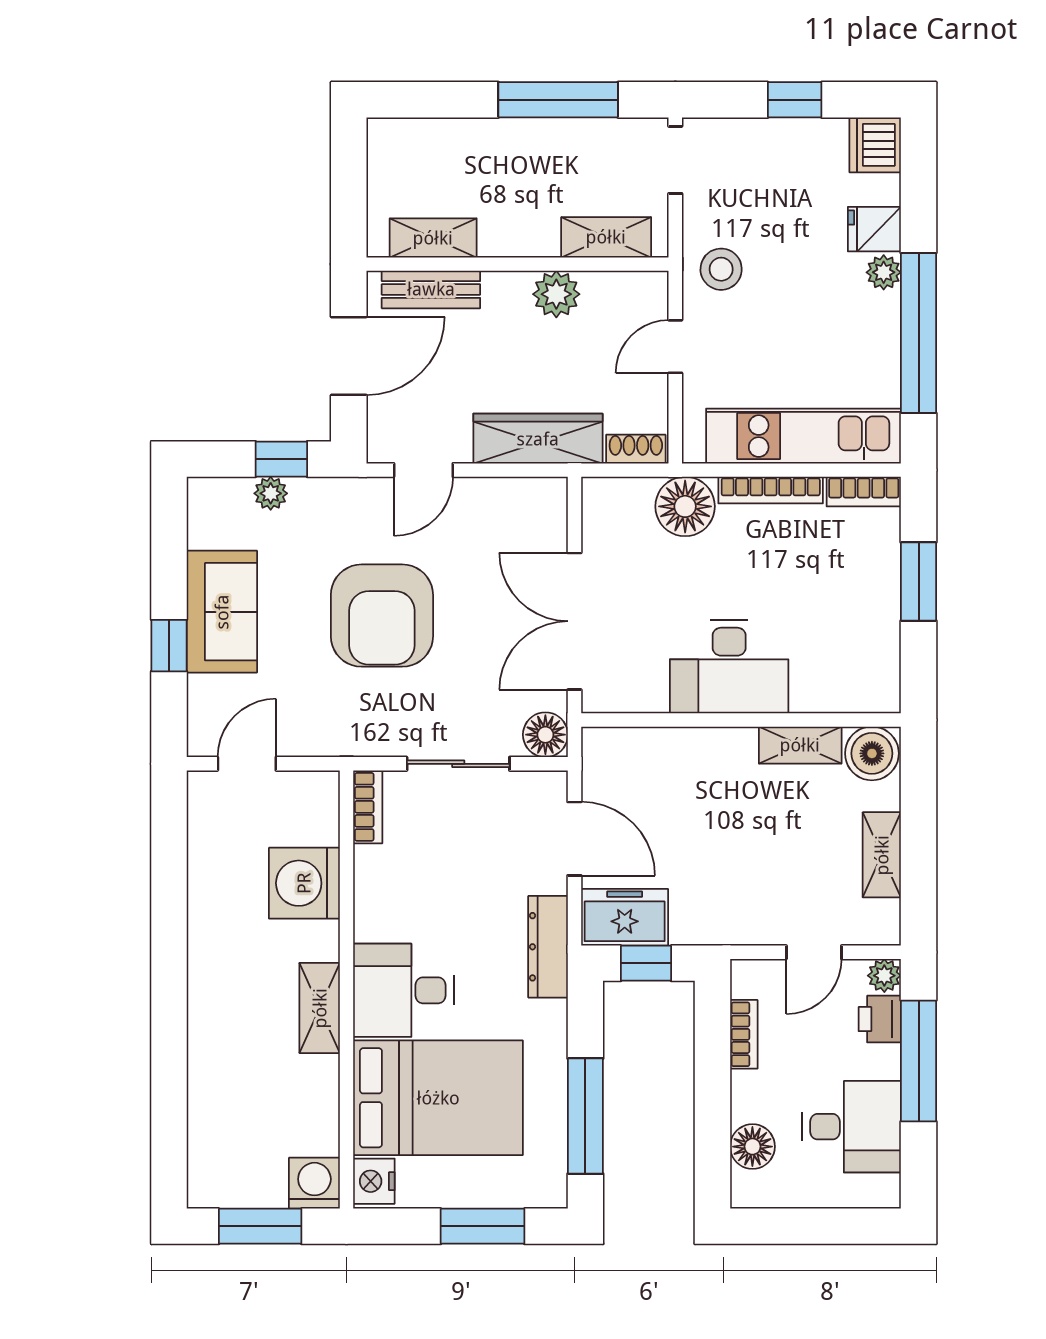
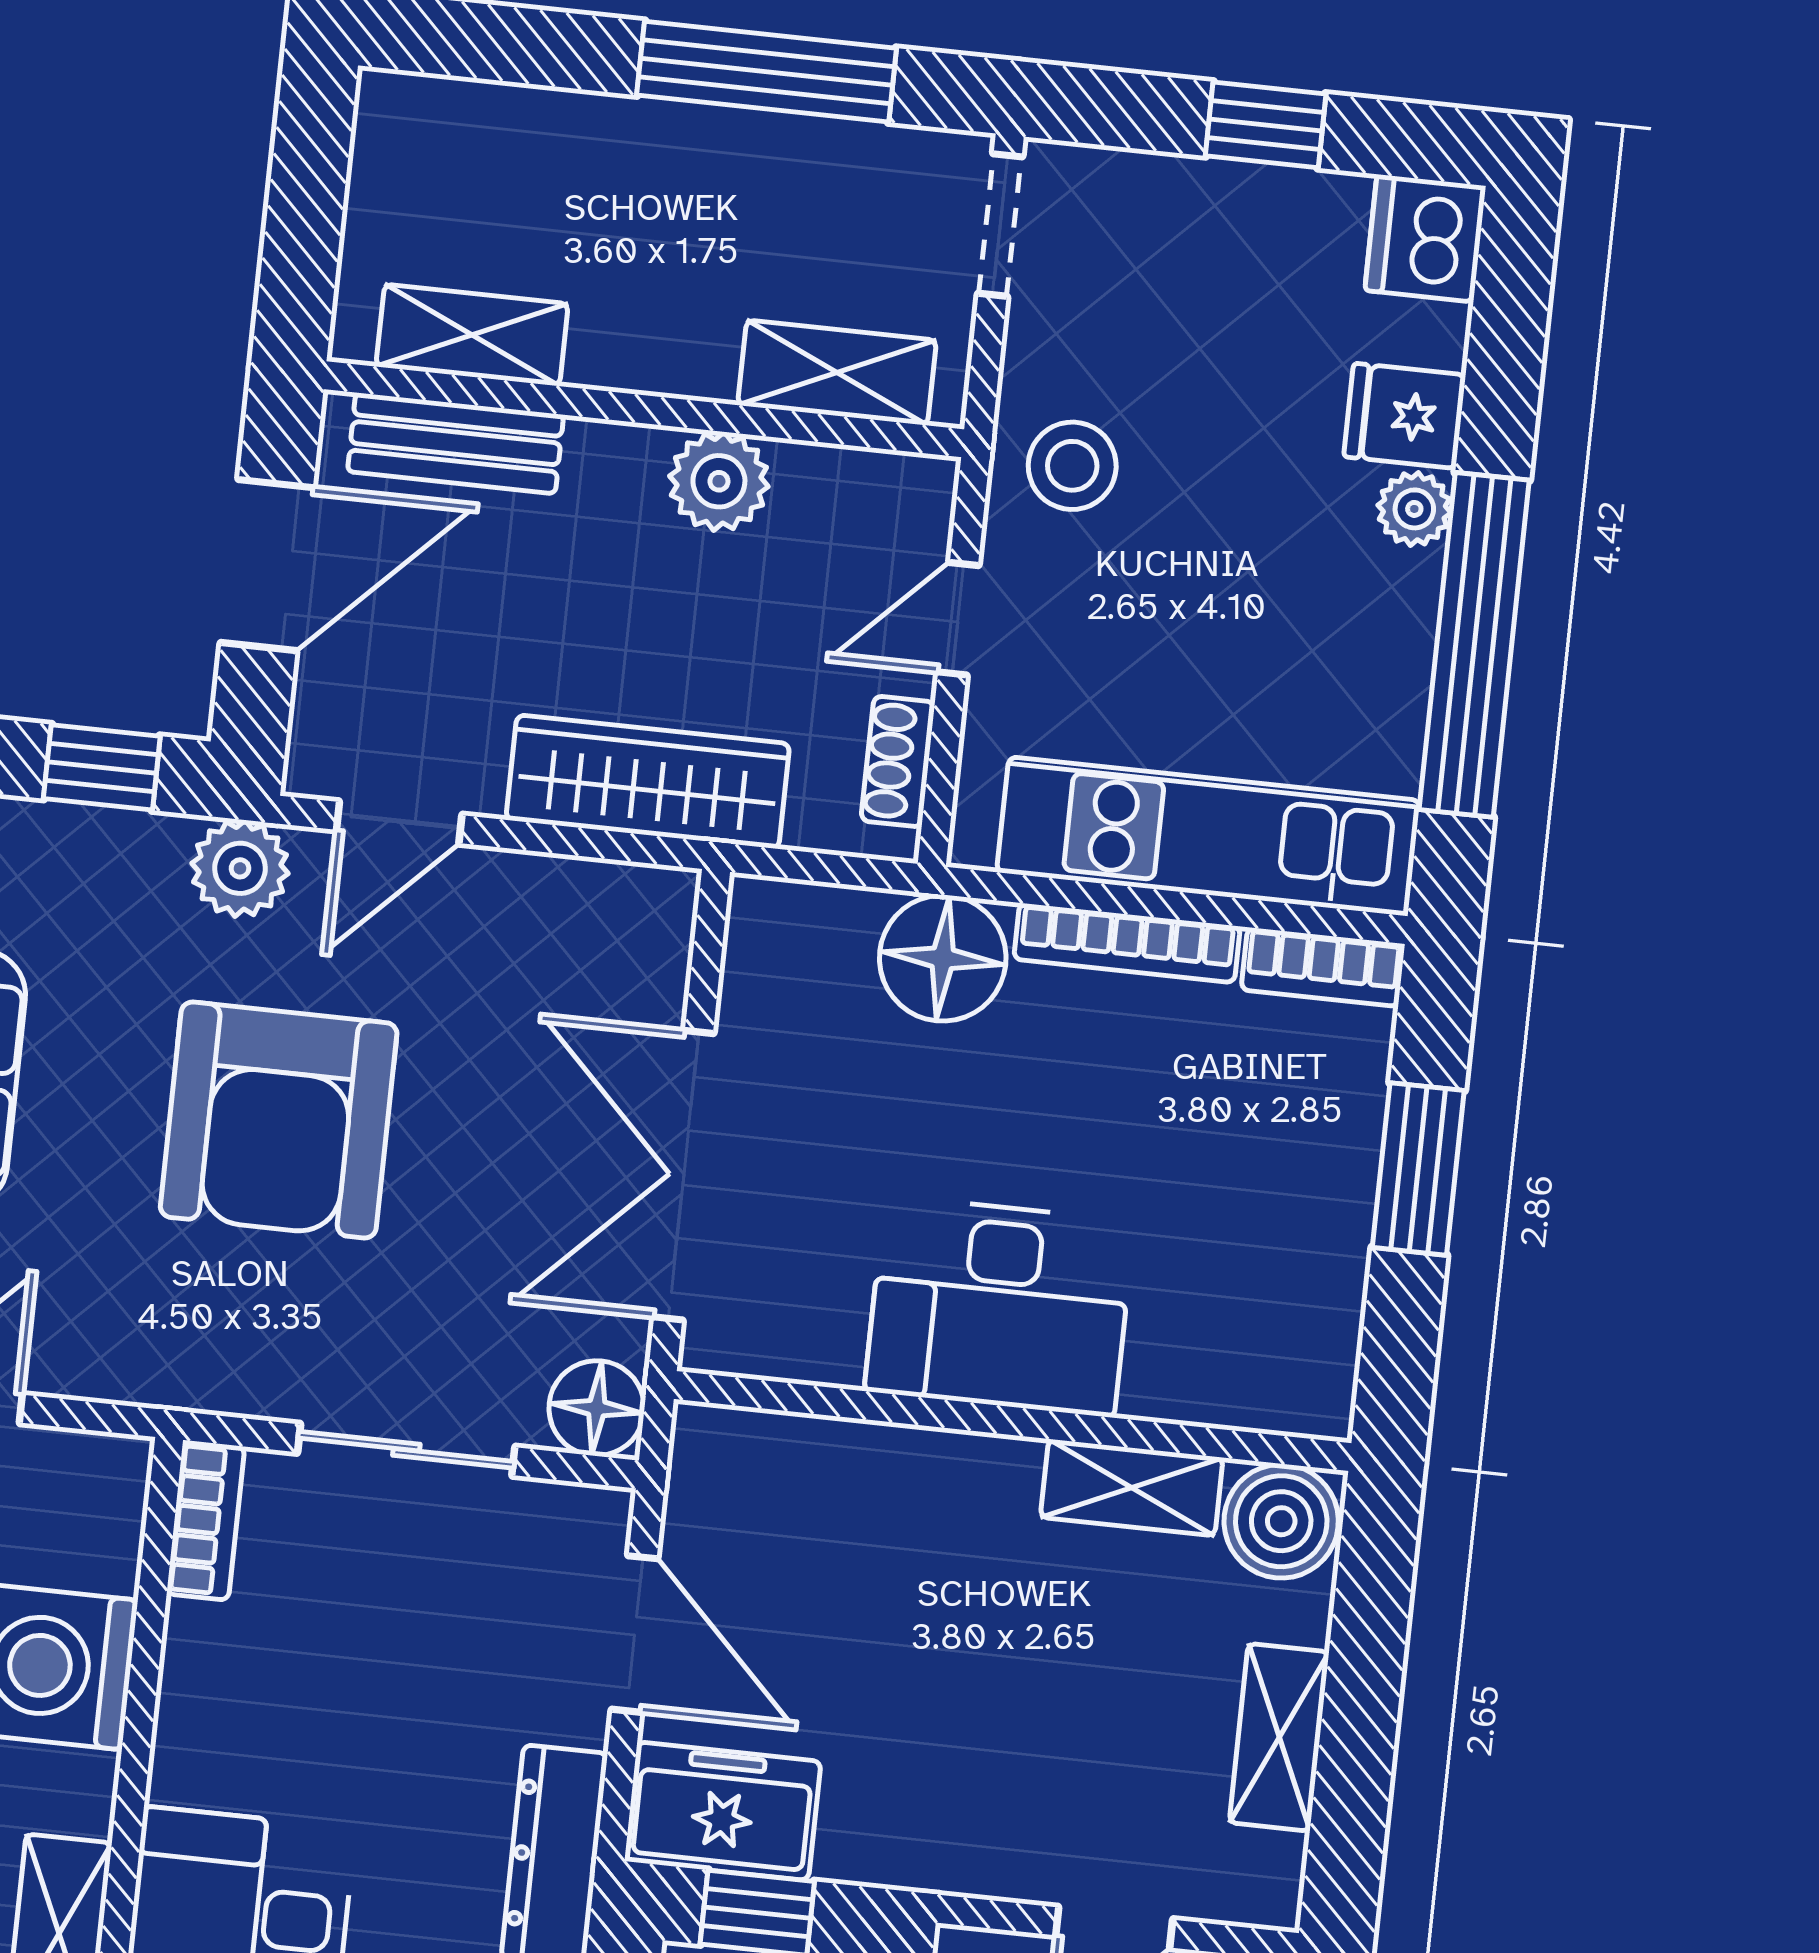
shoe rack: (636, 449) -> (898, 761), moved, turned -90
plant: (271, 493) -> (240, 868), moved, width x1.38, depth x1.38

